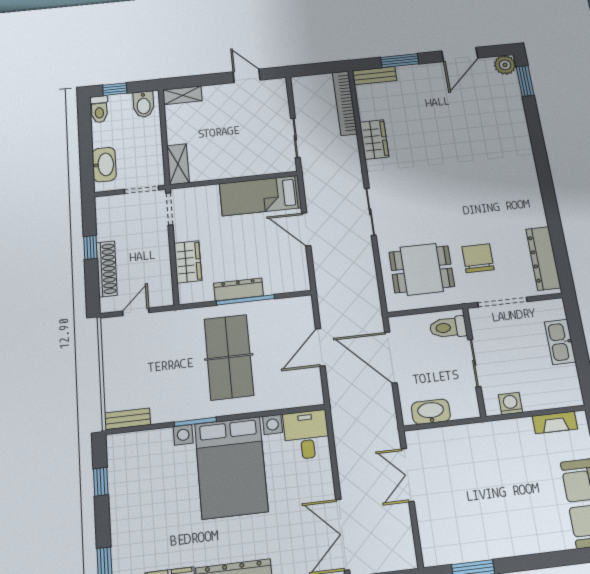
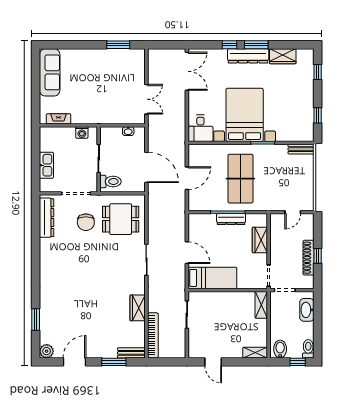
window: (525, 81) -> (36, 319), moved
shoe rack: (107, 269) -> (309, 258), moved
washbasin: (431, 412) -> (128, 131), width x0.52, depth x0.69

